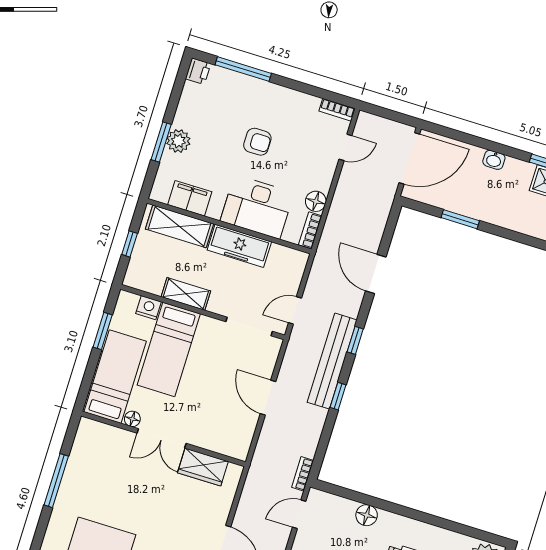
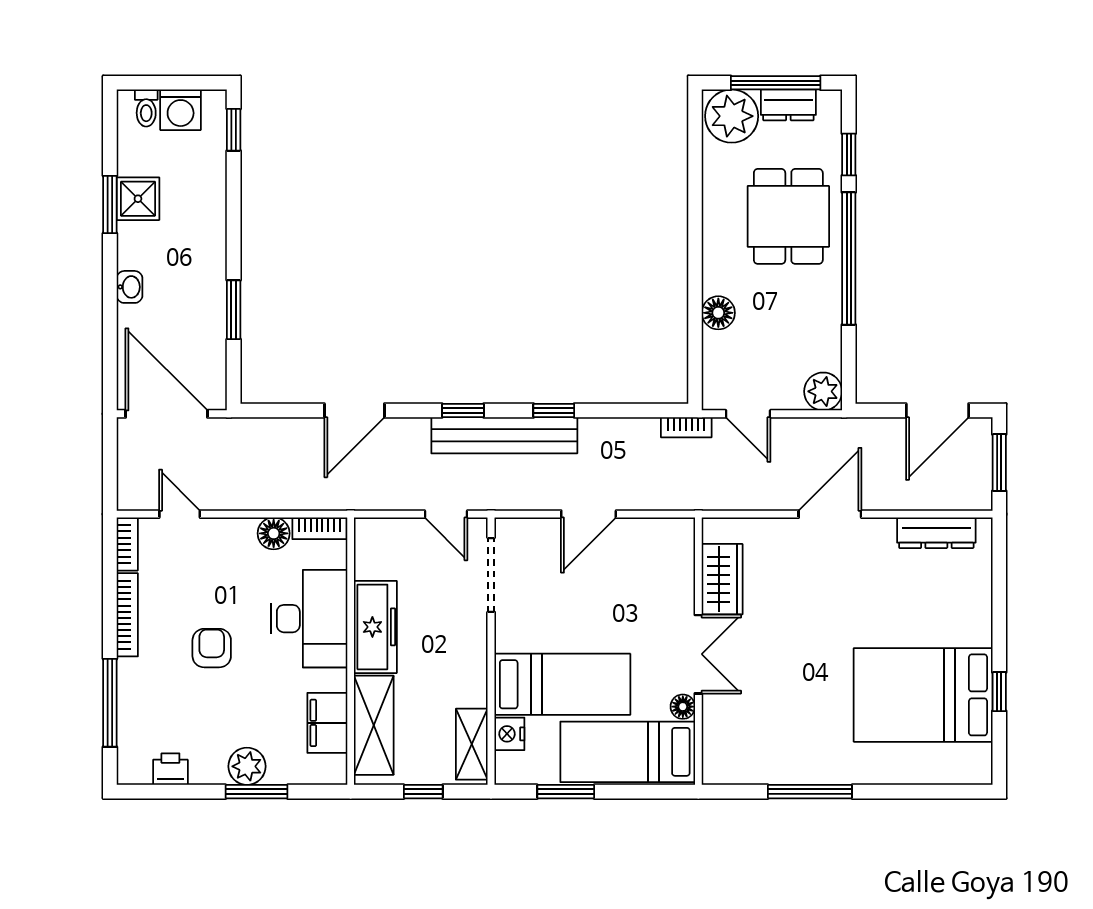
printer: (198, 71) -> (170, 769), moved
bookcase: (294, 96) -> (127, 615), added
shelving: (186, 294) -> (472, 744), moved

